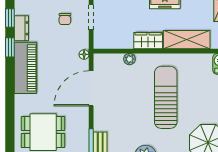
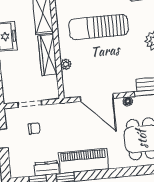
wardrobe: (148, 41) -> (48, 55), width x1.50
floor lamp: (84, 54) -> (128, 101), moved

